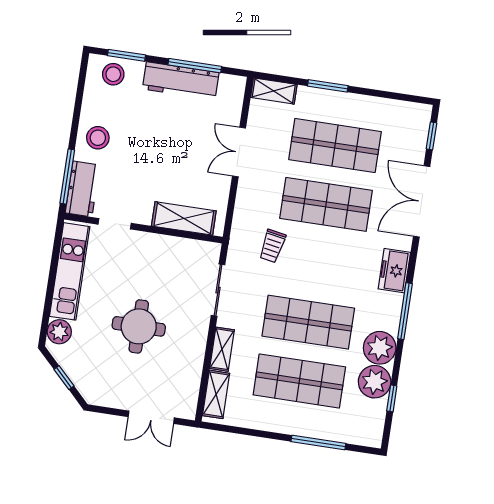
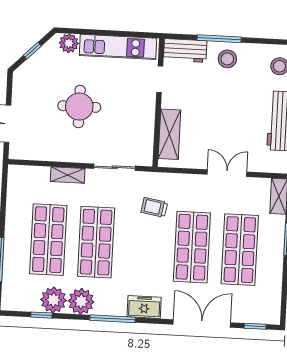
window: (67, 176) -> (219, 39), moved
shelving: (216, 394) -> (31, 174), removed

